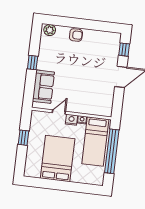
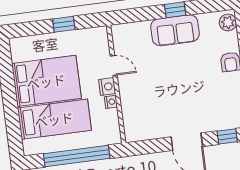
sofa: (43, 87) -> (175, 30), moved
bed: (95, 141) -> (54, 119), moved, turned 180

